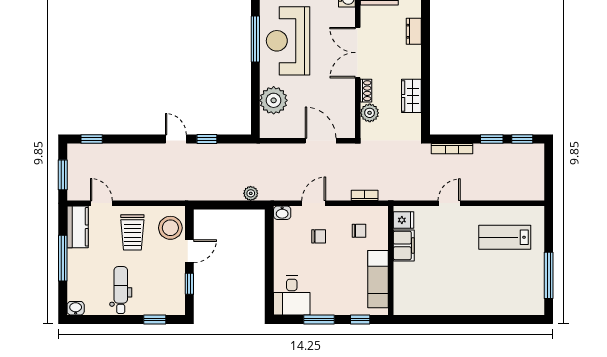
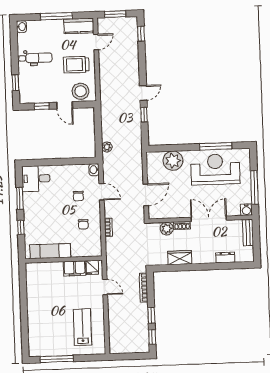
fridge: (403, 220) -> (92, 267), moved
filing cabinet: (404, 245) -> (75, 268), moved
wall: (391, 260) -> (64, 260), moved
exam couch: (378, 279) -> (50, 251), moved

